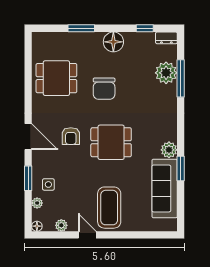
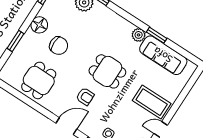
chair: (104, 89) -> (59, 46), moved
dining table: (111, 142) -> (107, 71), turned 90

